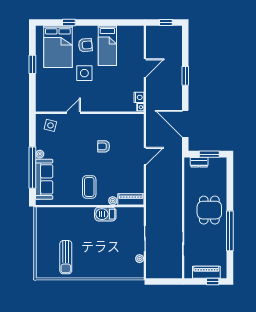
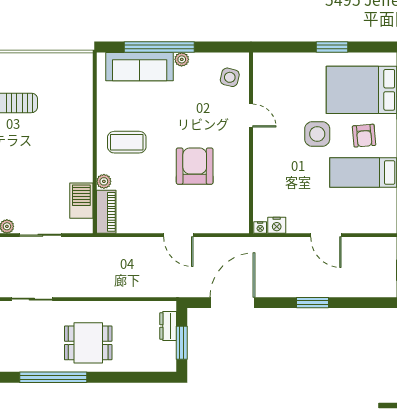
armchair: (104, 146) -> (195, 166), width x1.88, depth x1.88
barbecue: (105, 214) -> (81, 201), moved

